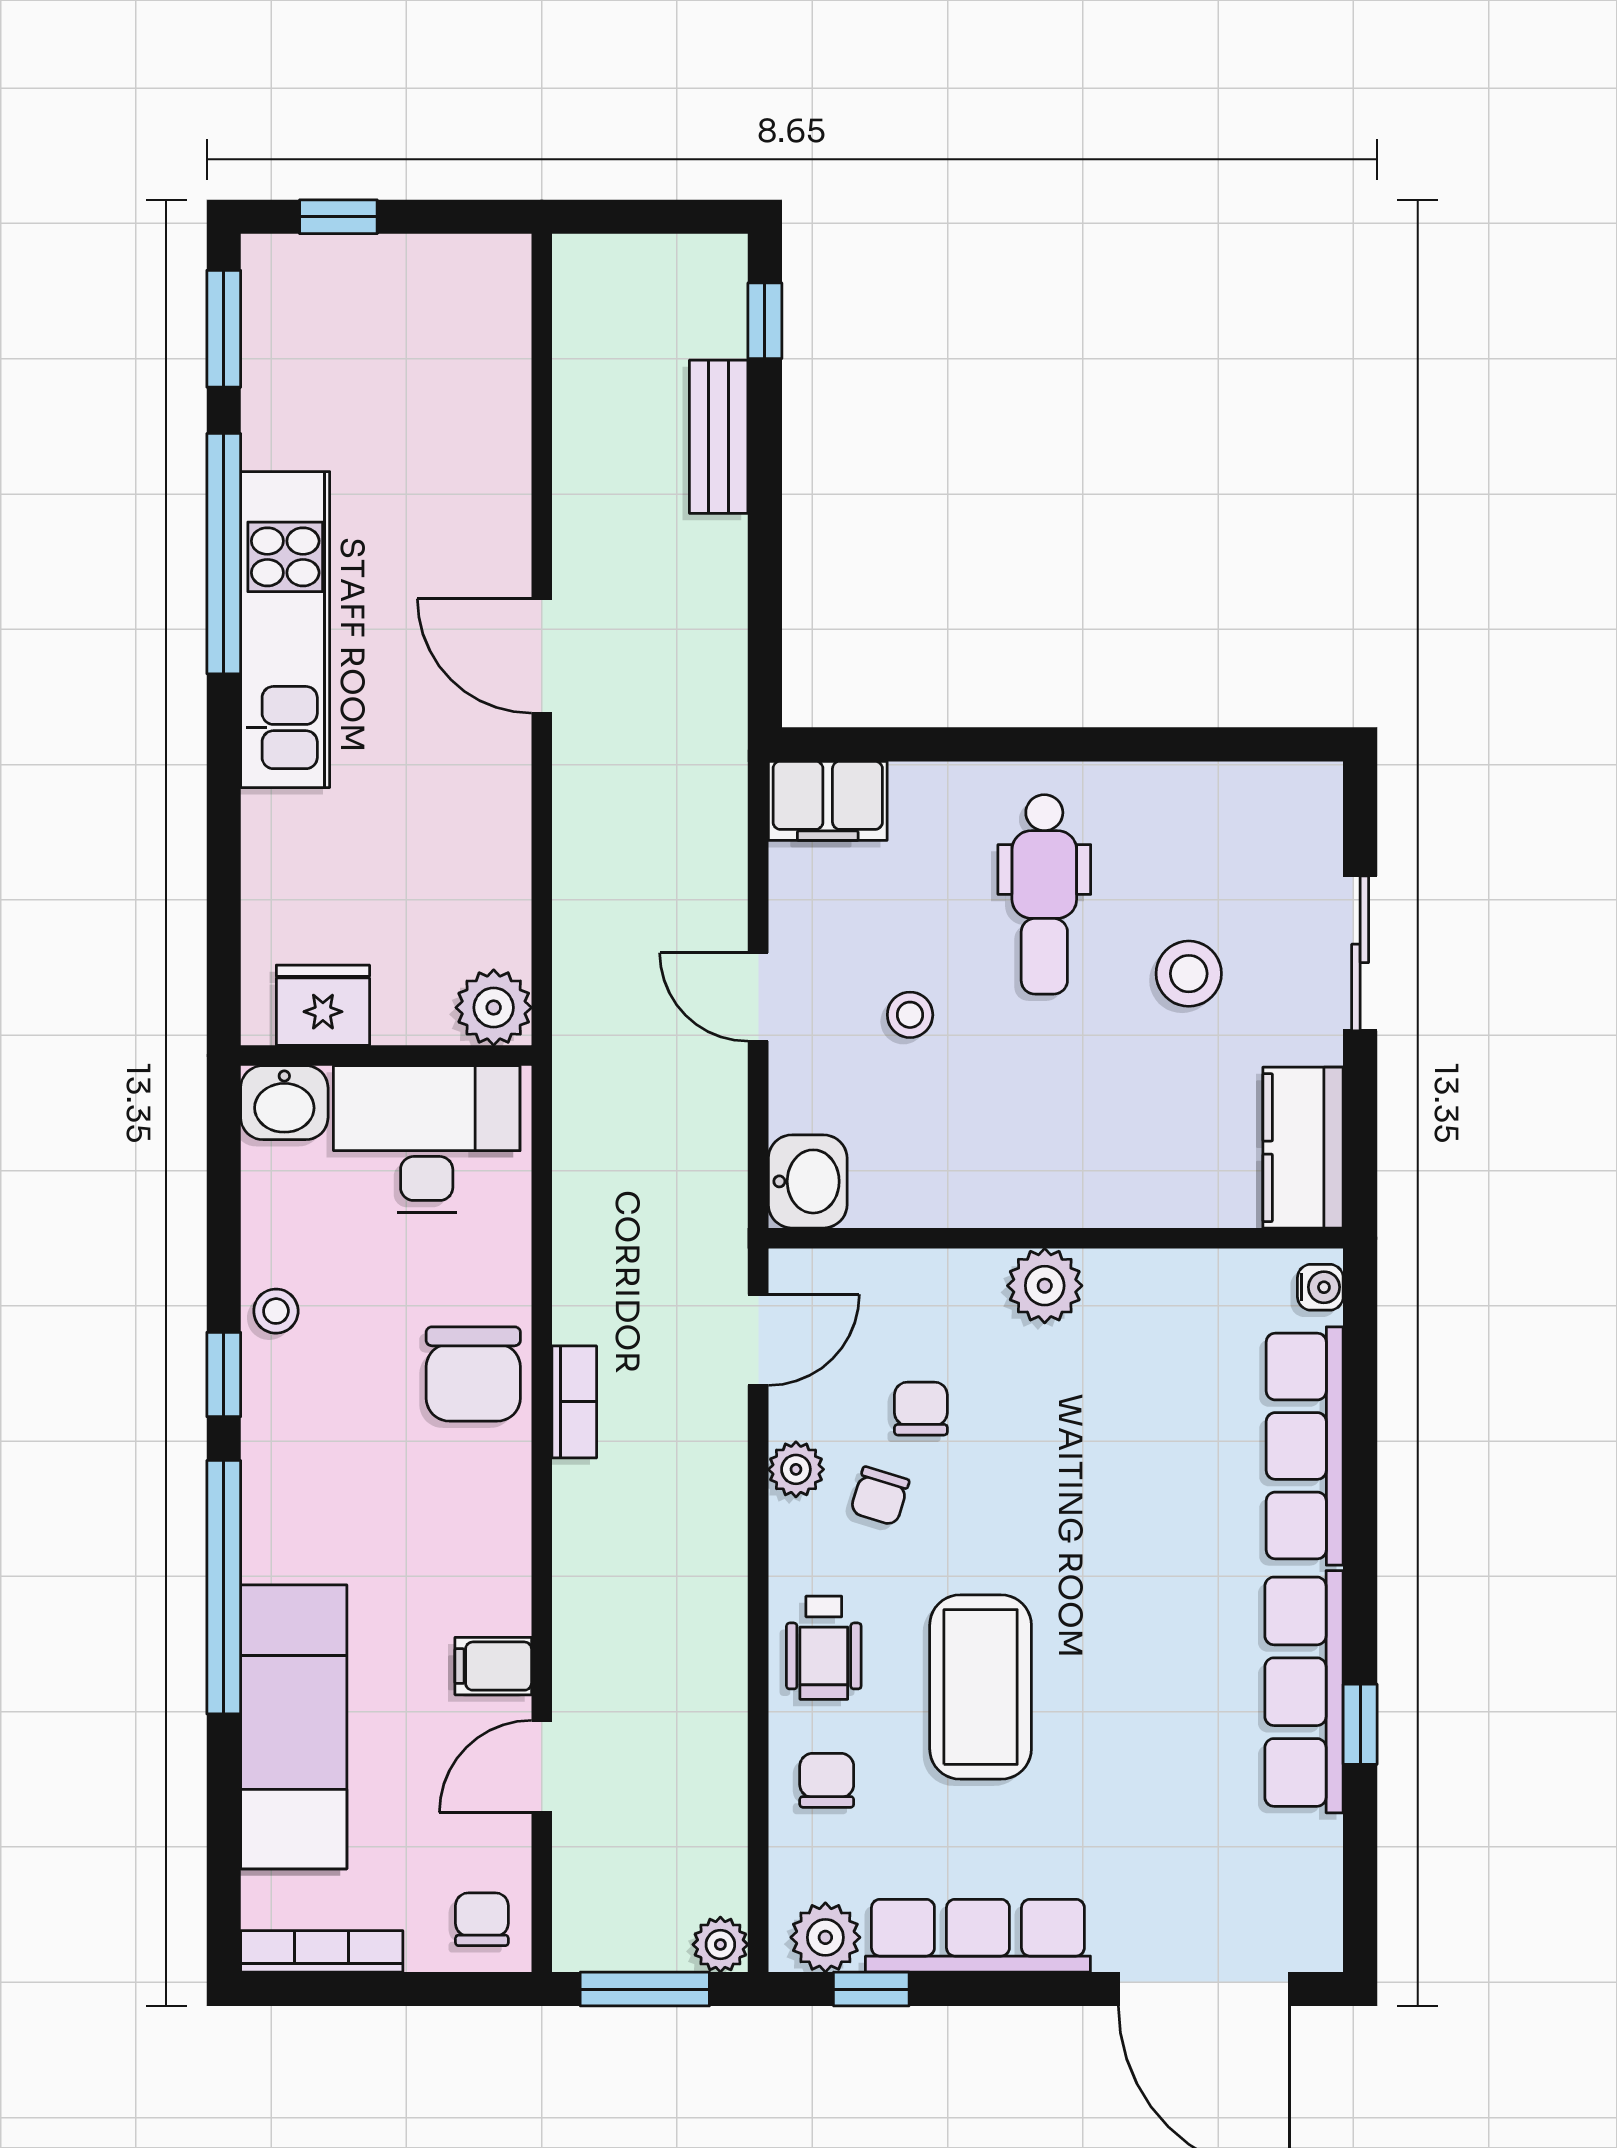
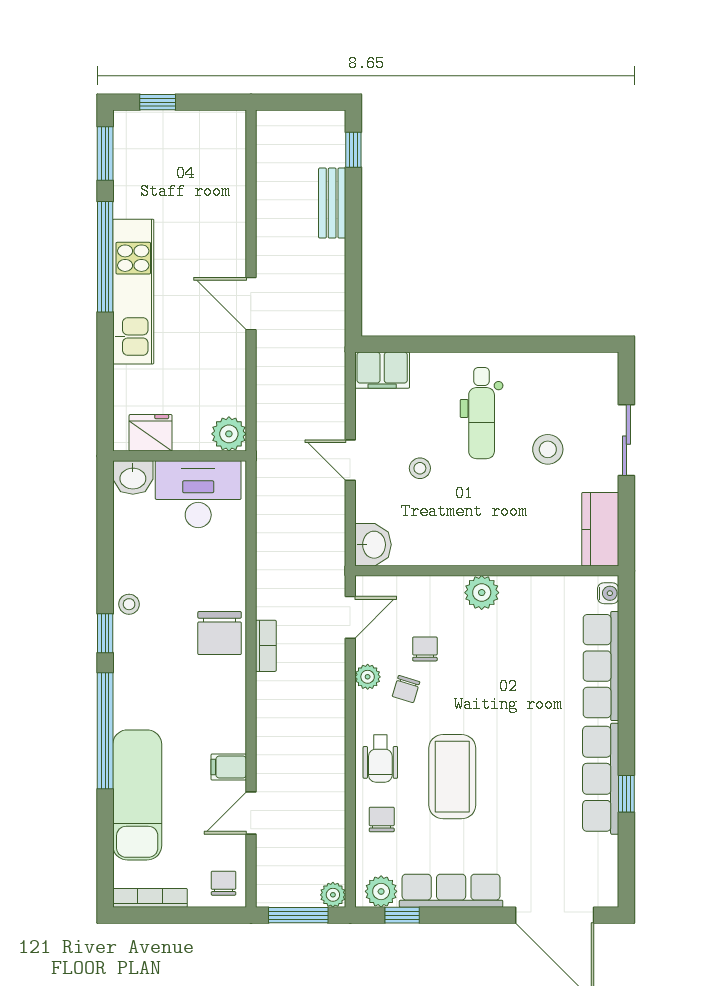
fridge: (323, 1005) -> (151, 433), moved
plant: (494, 1008) -> (229, 434), moved
wall: (386, 1056) -> (180, 456), moved
washbasin: (284, 1103) -> (133, 478), moved
desk: (427, 1139) -> (198, 494), moved

